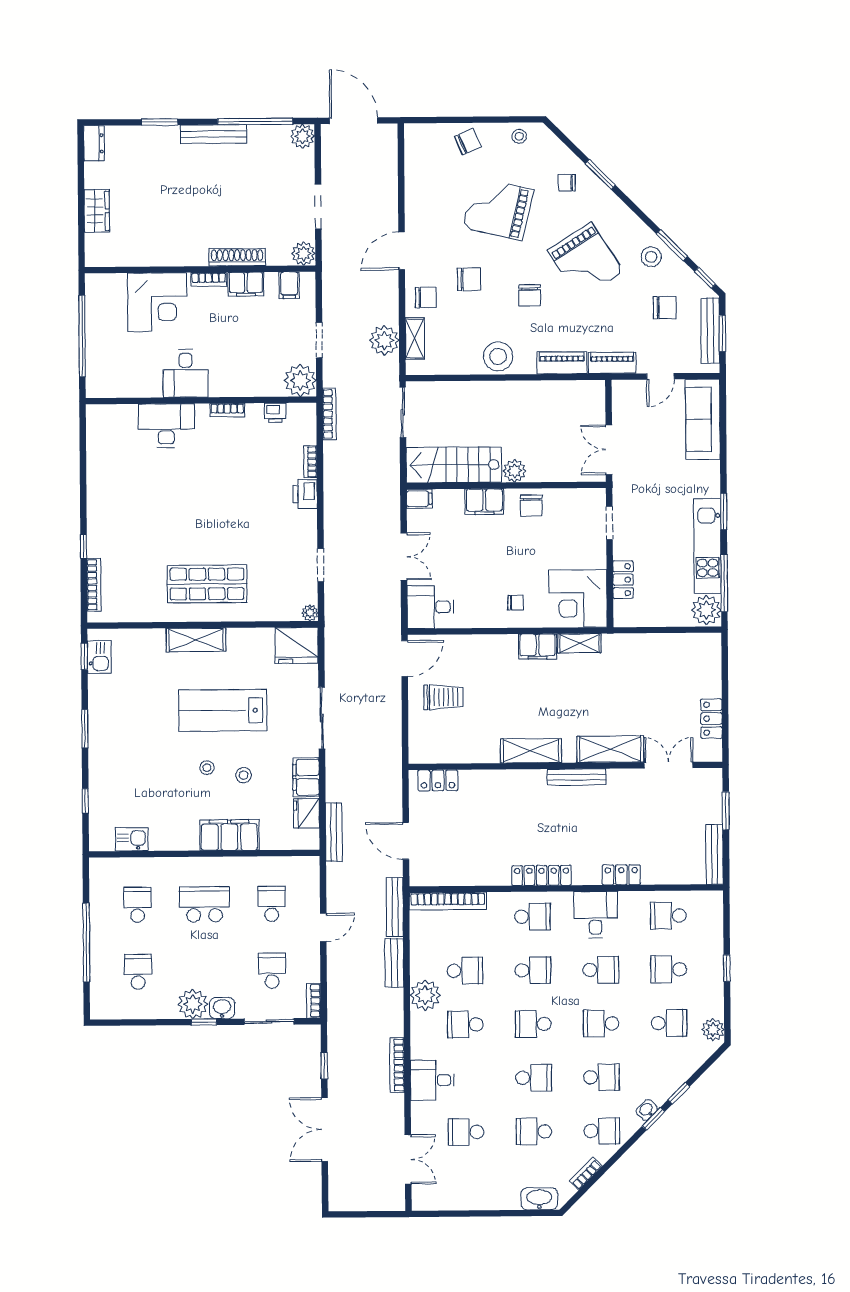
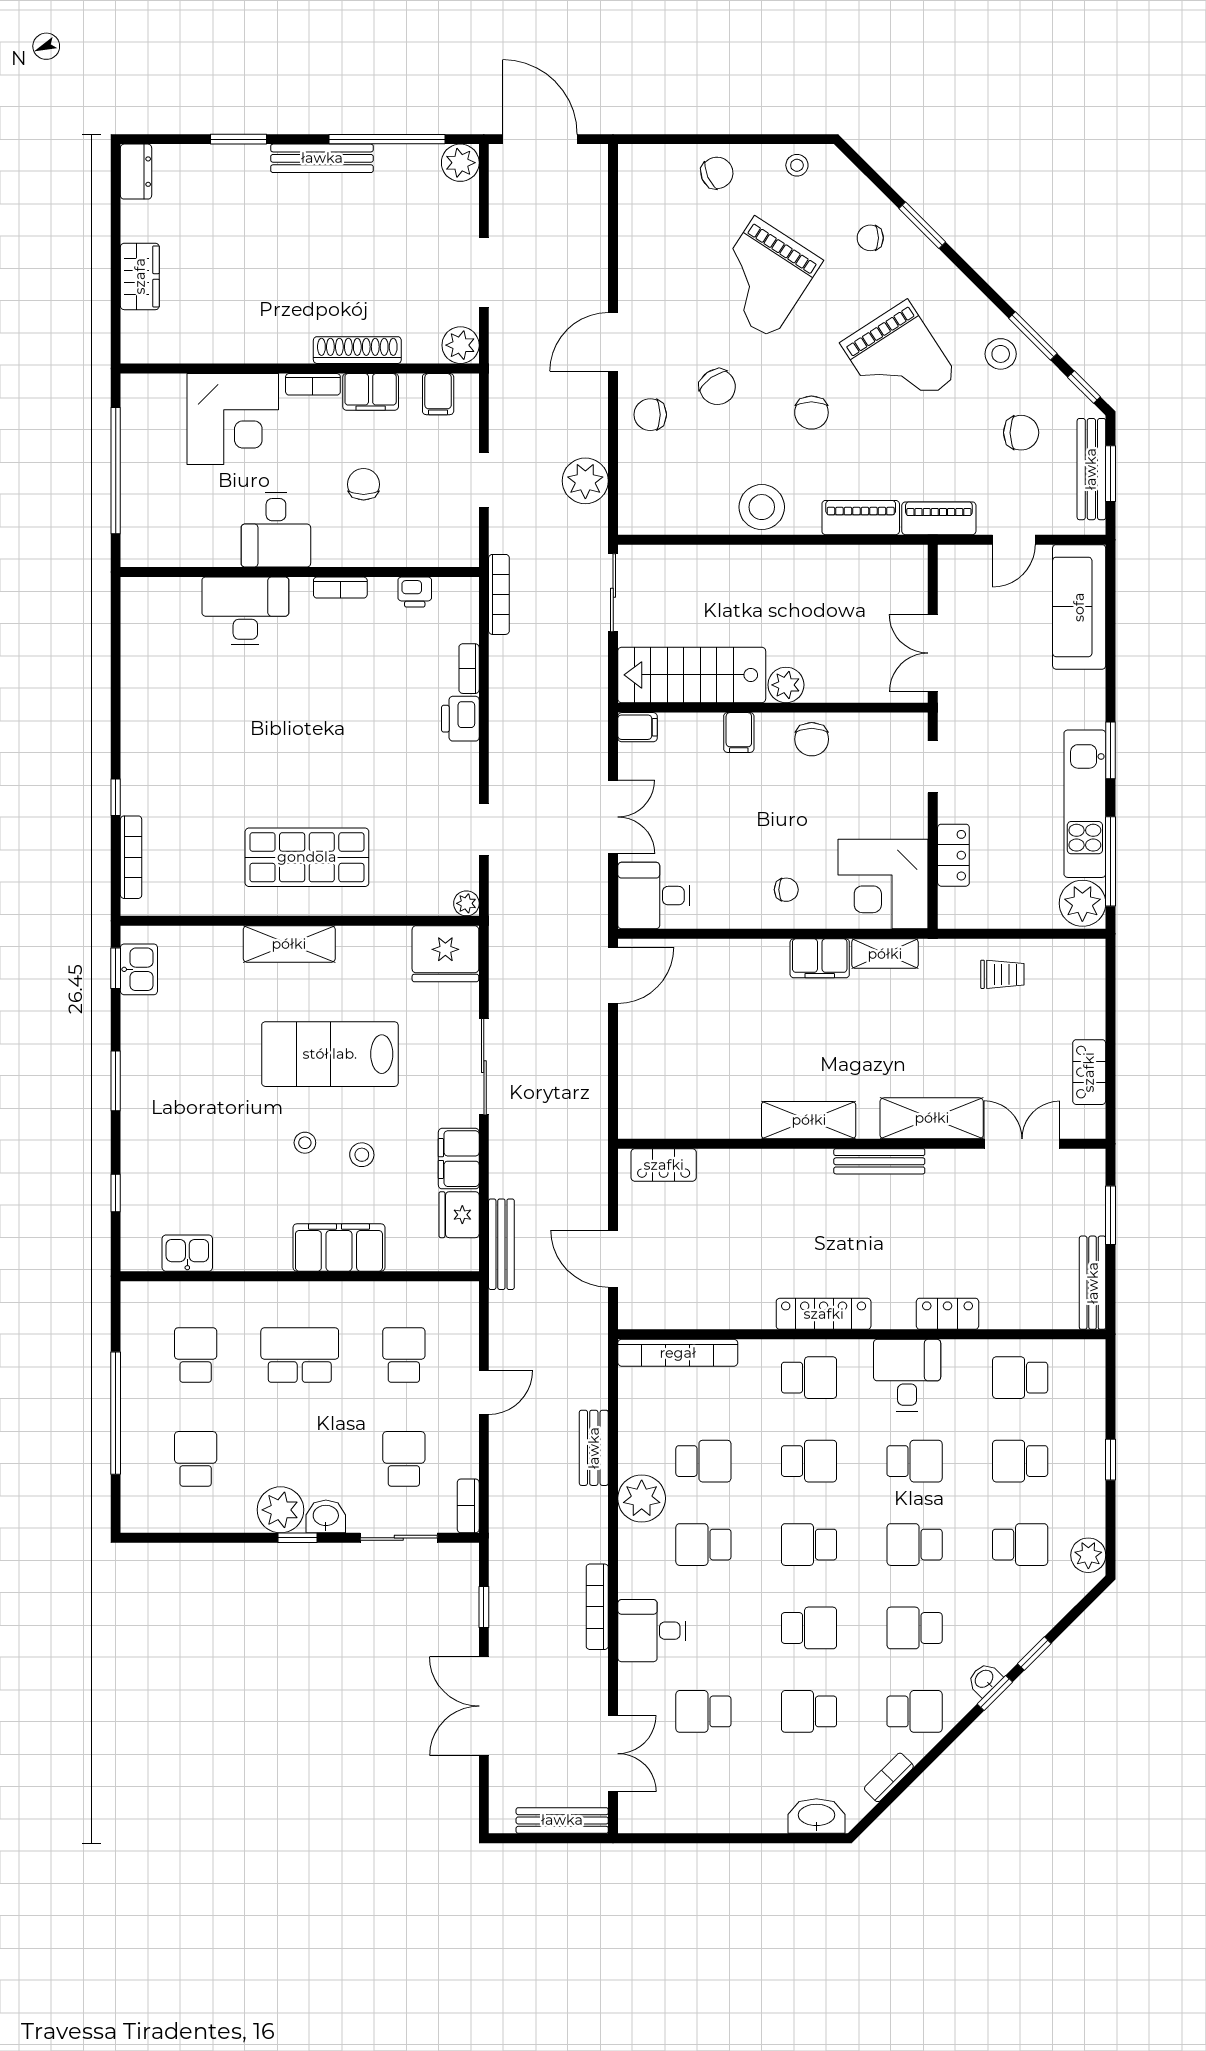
grand piano: (498, 209) -> (763, 277), turned -70
chair: (469, 279) -> (717, 387), turned 55
chair: (426, 297) -> (650, 415), turned 180
shelving: (415, 338) -> (632, 478), removed
chair: (242, 344) -> (364, 484), added
plant: (300, 380) -> (454, 542), removed
filing cabinet: (484, 502) -> (739, 733), width x0.50
trolley: (443, 697) -> (1002, 974), moved, width x0.73, depth x0.72
bench: (395, 907) -> (562, 1820), moved, turned 90
school desk: (602, 1077) -> (915, 1628), turned 180

